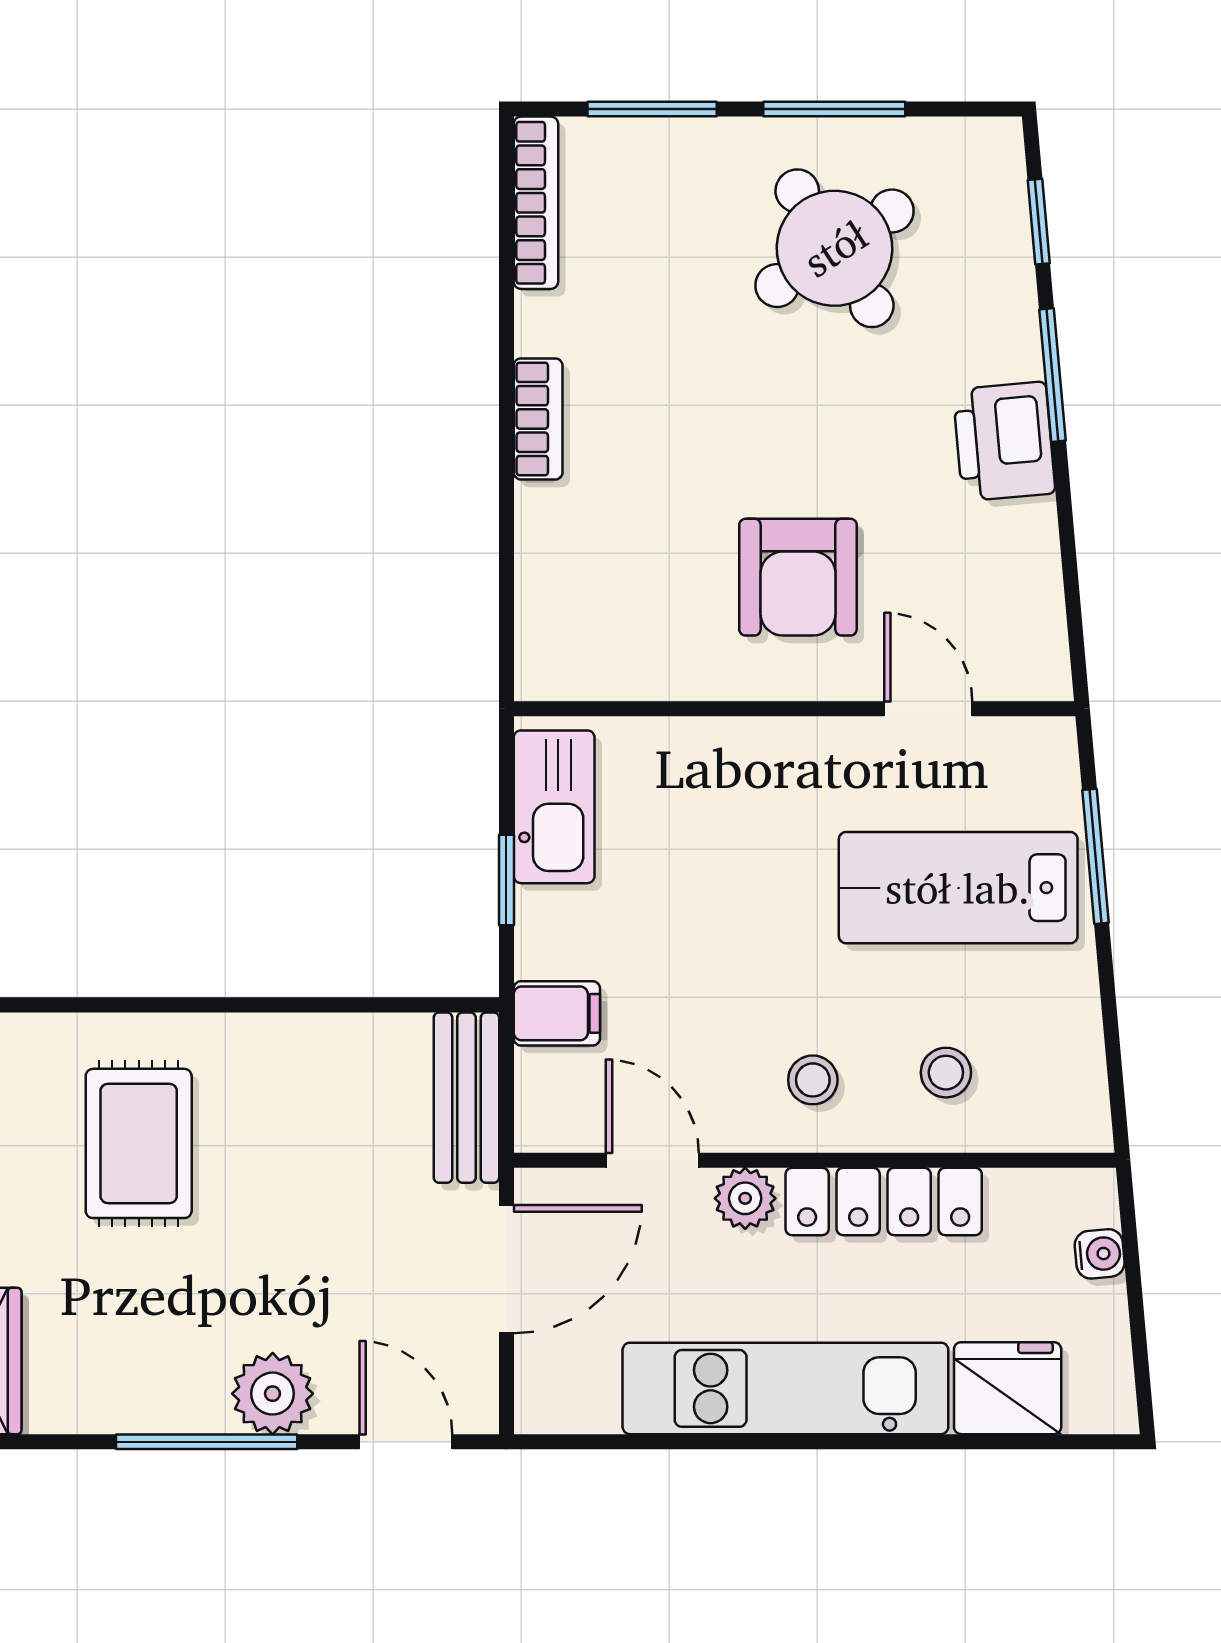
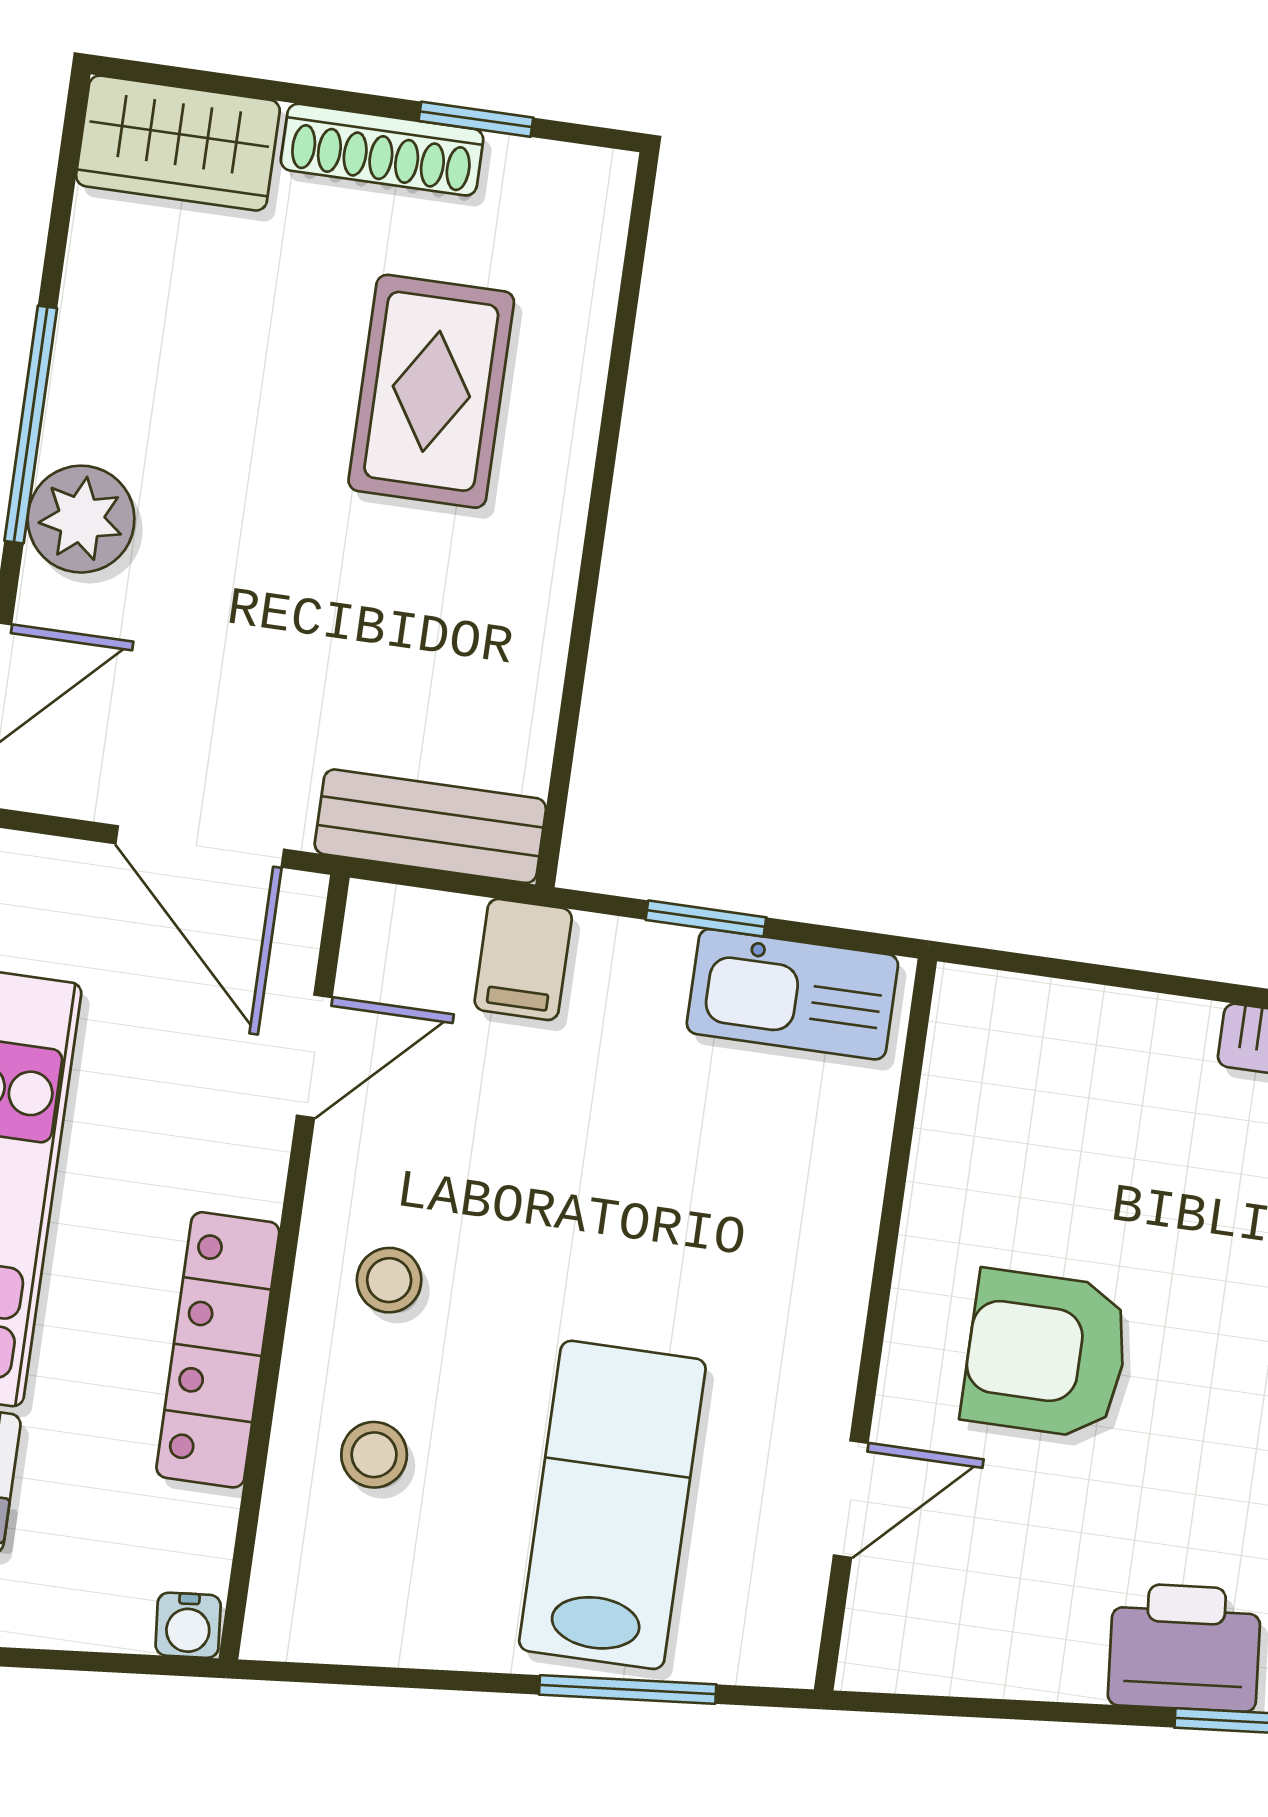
rug: (139, 1143) -> (431, 391), turned 90
plant: (745, 1198) -> (248, 1170), removed
water cooler: (1100, 1254) -> (188, 1625), moved

